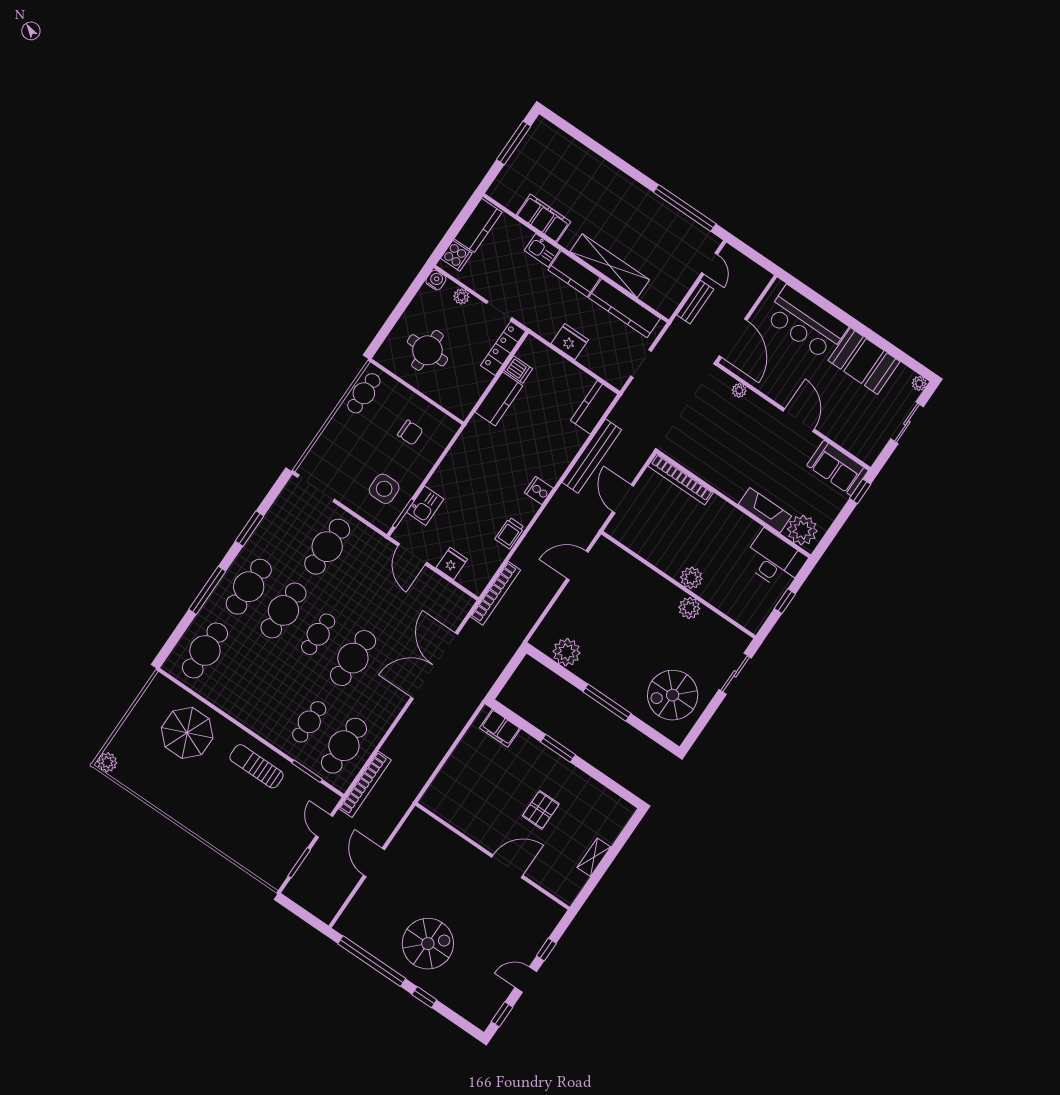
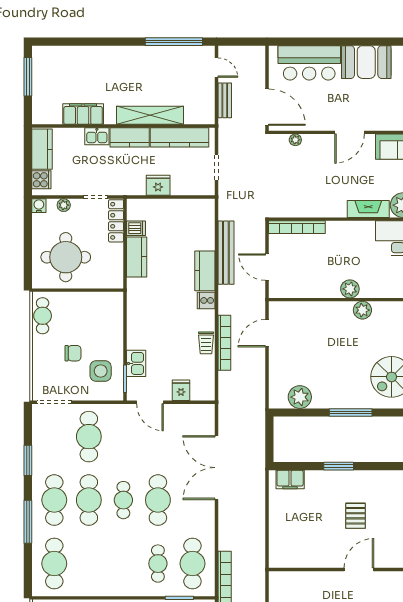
round table: (427, 350) -> (66, 257), width x1.36, depth x1.36
kitchen counter: (594, 407) -> (205, 271), moved
door: (799, 420) -> (349, 132), swing flipped
chair: (410, 433) -> (73, 353), moved
bookcase: (495, 593) -> (224, 343), moved

